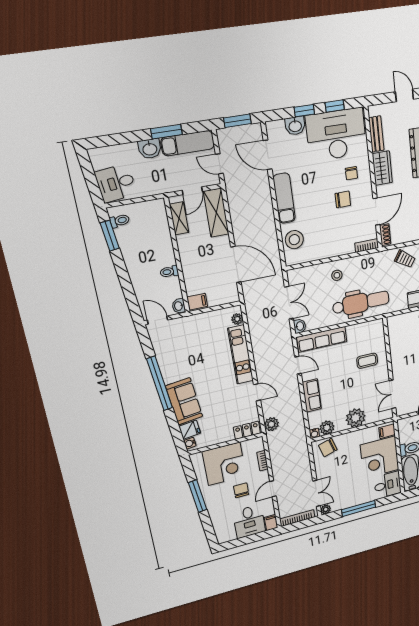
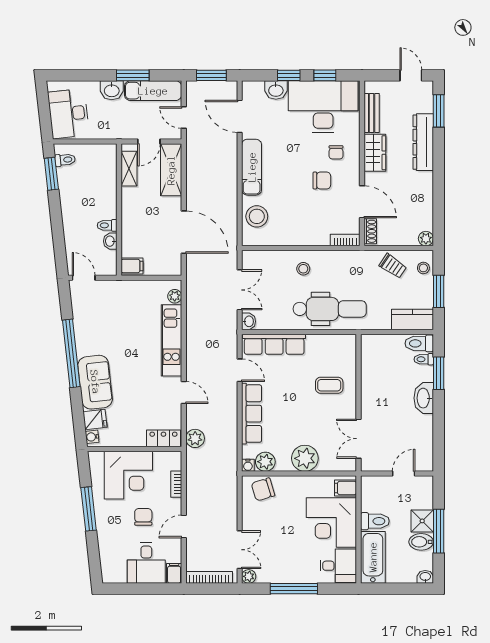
desk: (116, 183) -> (69, 114), width x1.37
door: (376, 212) -> (362, 202), hinge flipped
washbasin: (179, 306) -> (110, 241), moved
row of seats: (312, 395) -> (252, 414), width x1.48

